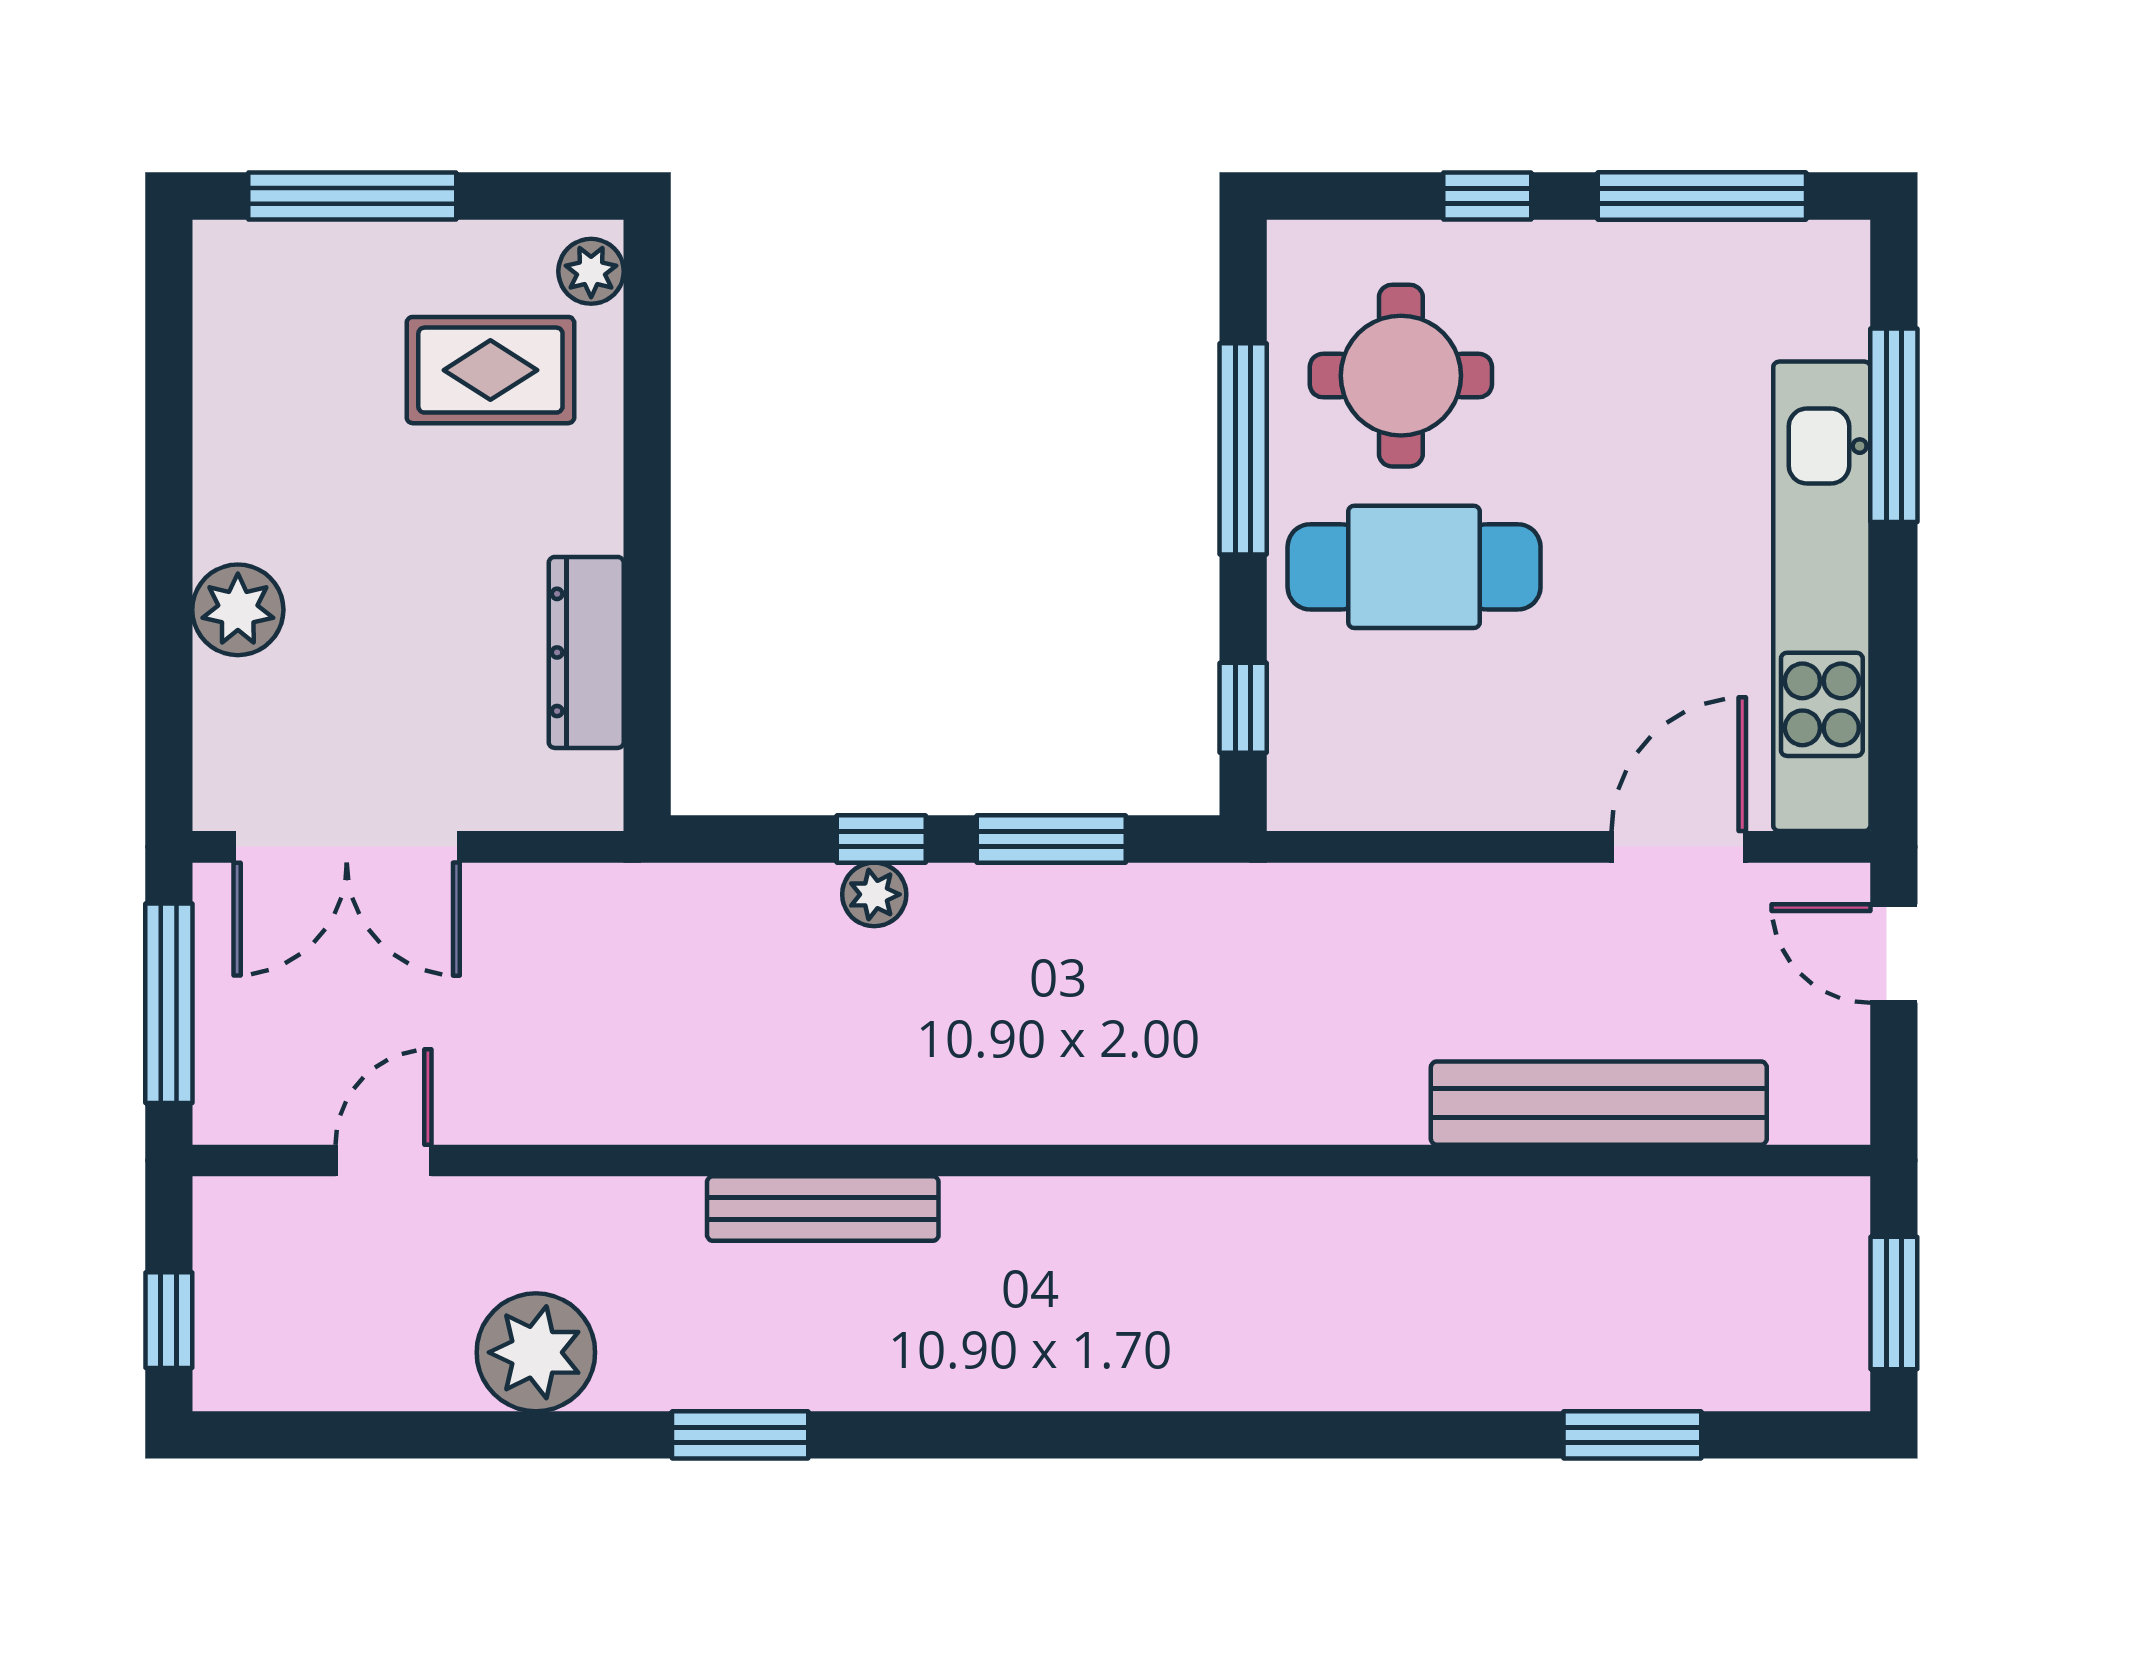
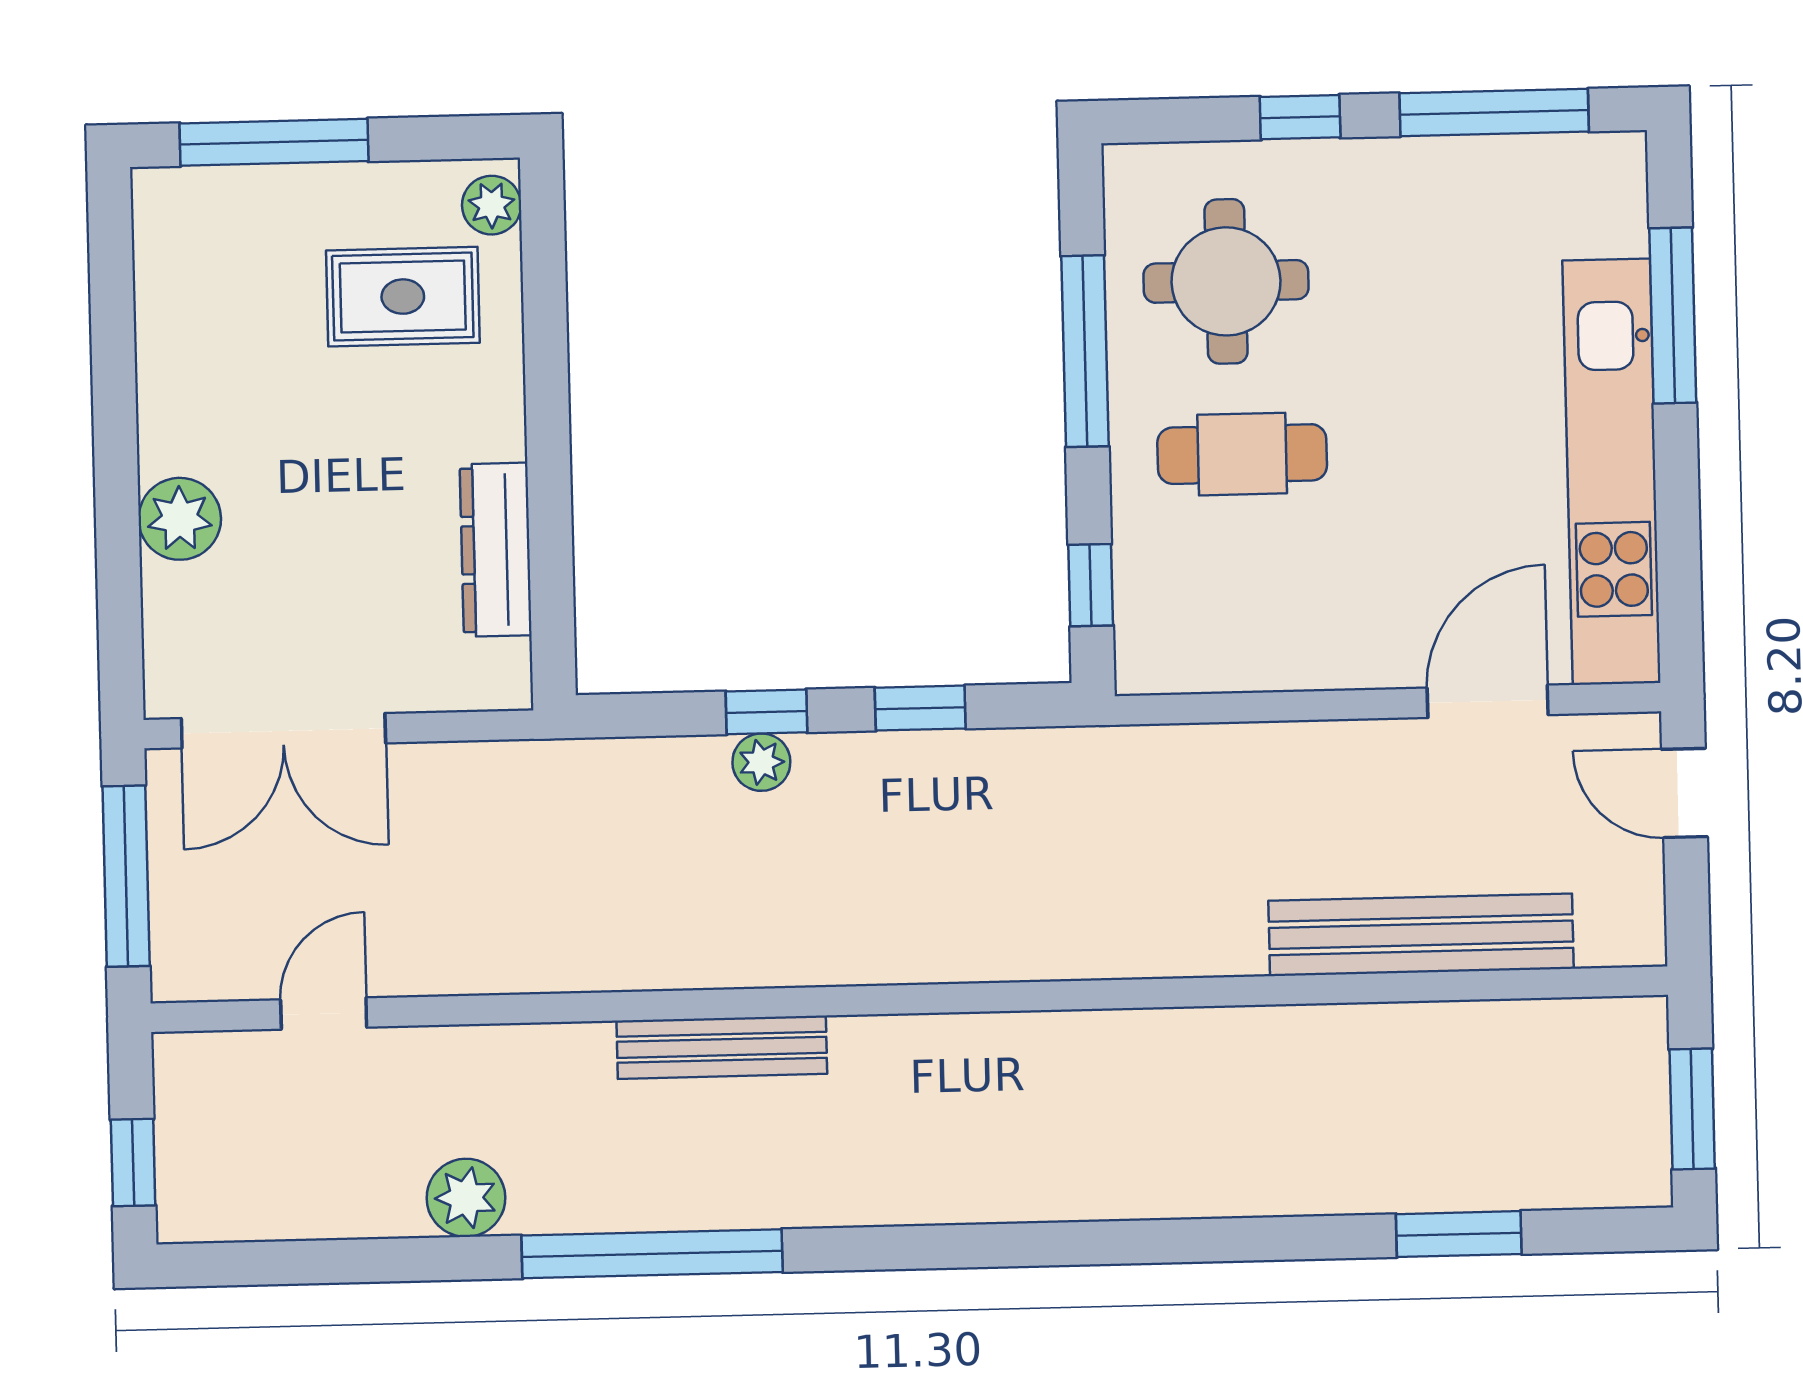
cafe table: (1414, 567) -> (1242, 454), width x0.73, depth x0.74
window: (1051, 839) -> (920, 708), width x0.67
plant: (536, 1352) -> (466, 1198), width x0.73, depth x0.73
window: (740, 1435) -> (652, 1254), width x2.11

